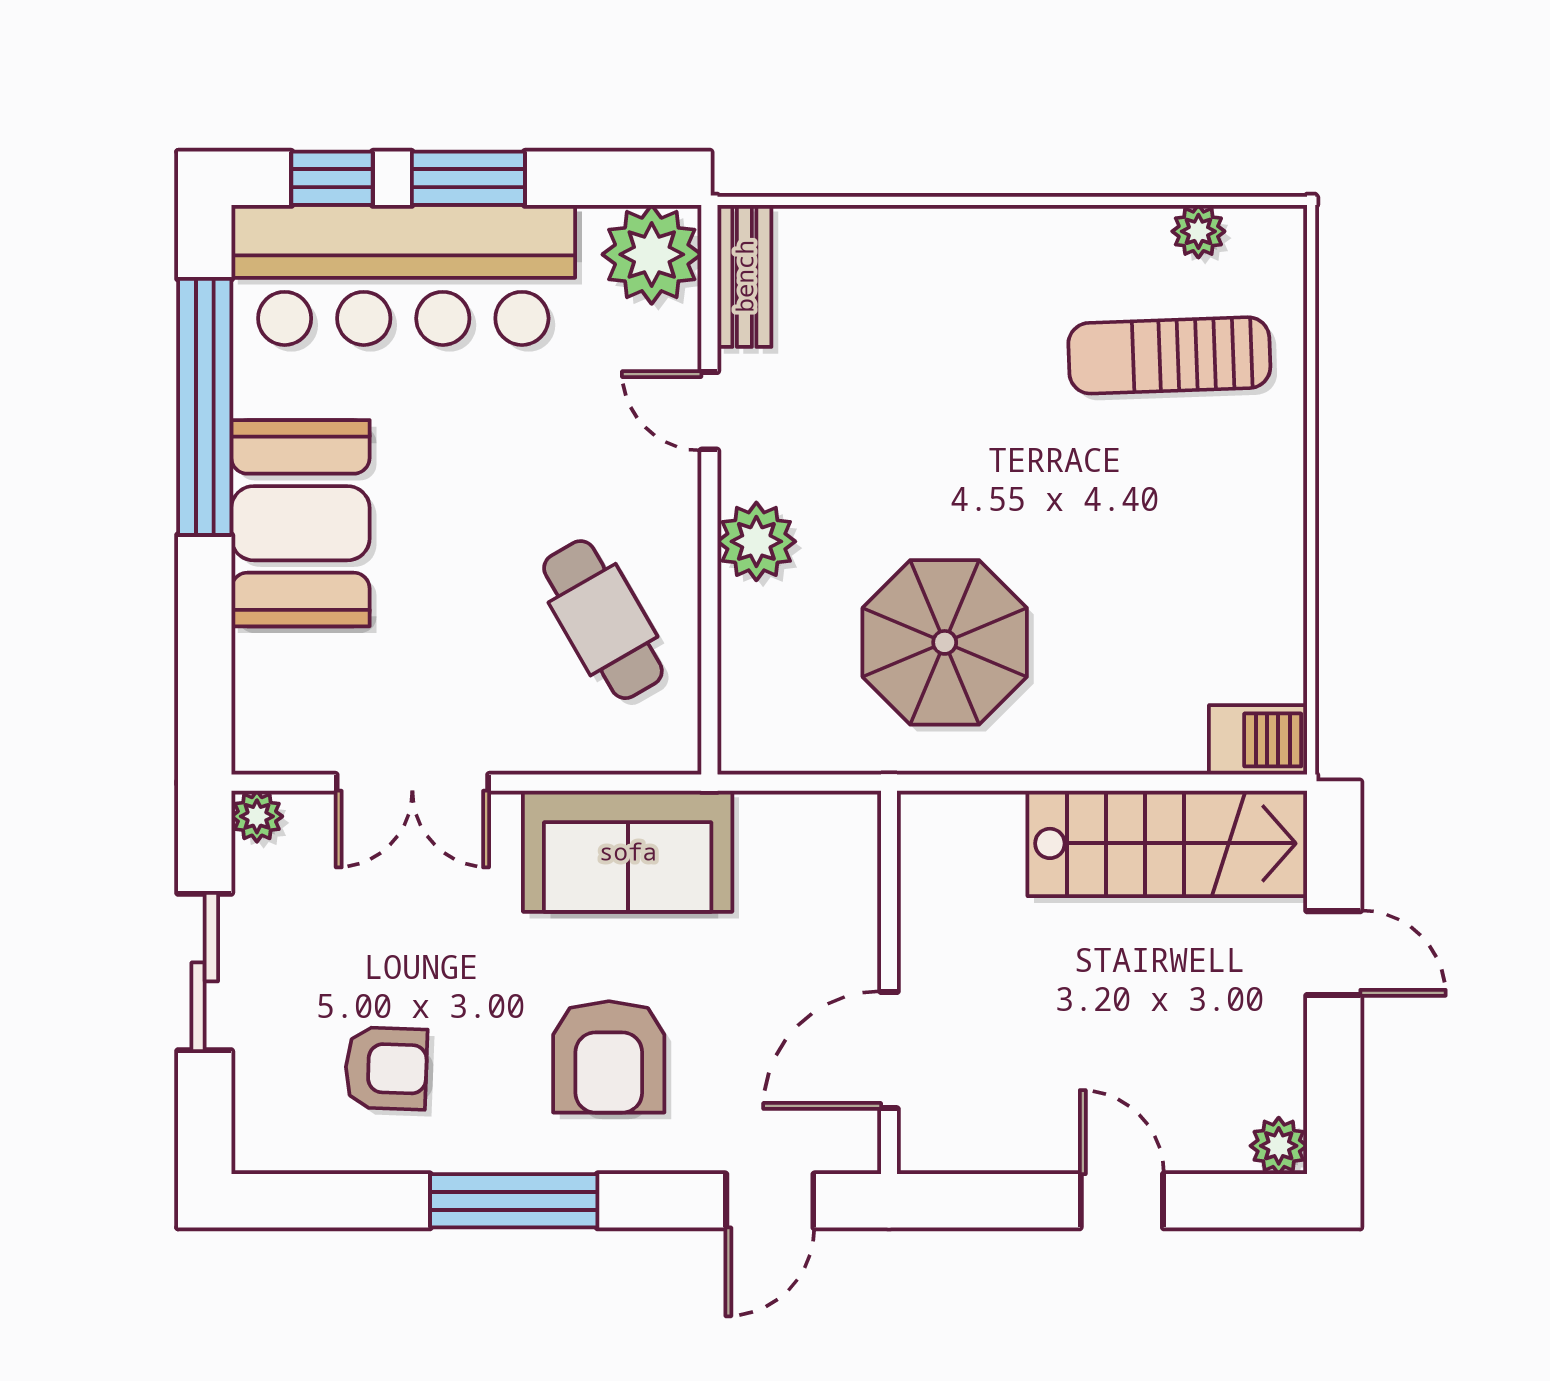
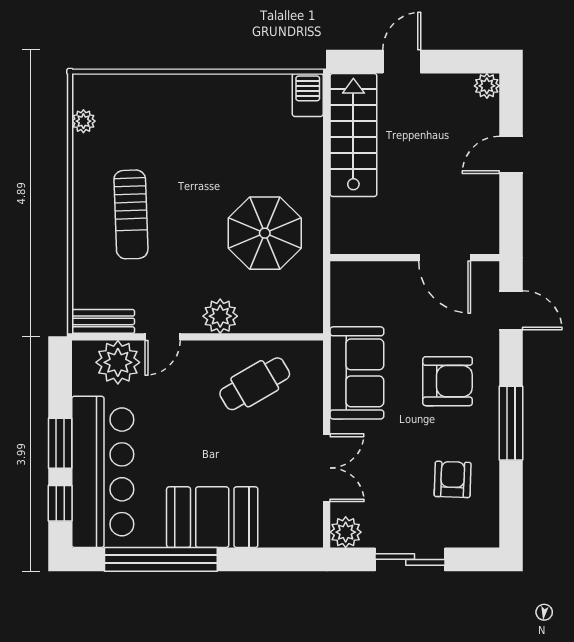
plant: (652, 254) -> (118, 362), moved
sun lounger: (1169, 355) -> (131, 214), moved
plant: (257, 816) -> (346, 532), width x1.38, depth x1.38

